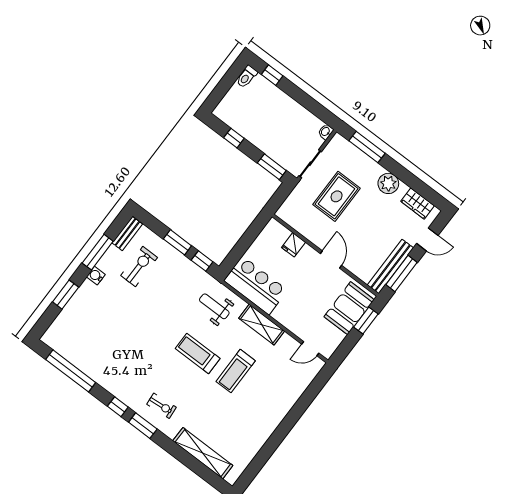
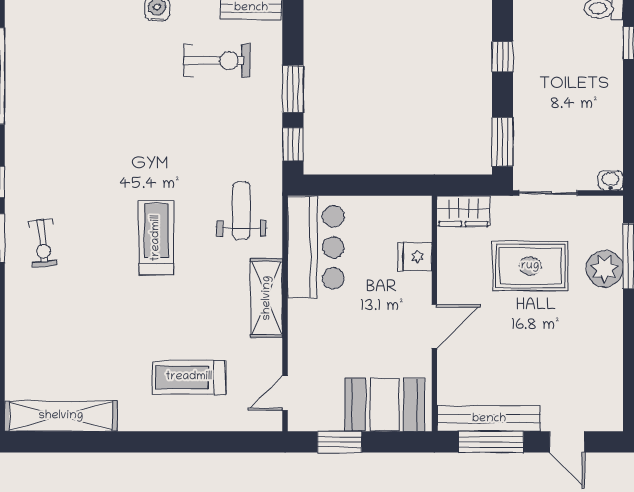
plant: (388, 183) -> (605, 269), moved
wardrobe: (418, 204) -> (463, 211), moved, turned -90
window: (366, 320) -> (340, 442), moved
door: (310, 349) -> (285, 393), hinge flipped
treadmill: (236, 371) -> (189, 377), moved
shelving: (203, 453) -> (61, 416), moved, turned 90

